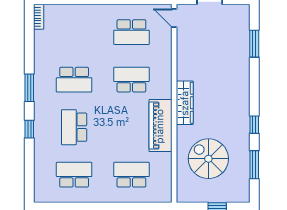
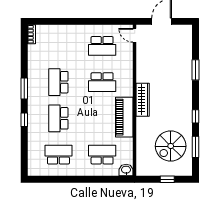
window: (254, 44) -> (196, 70), moved
school desk: (74, 80) -> (58, 82), turned 90
school desk: (131, 80) -> (102, 82), turned 180
spiral stairs: (208, 159) -> (171, 146), moved, turned -90
washbasin: (163, 195) -> (126, 170), added

